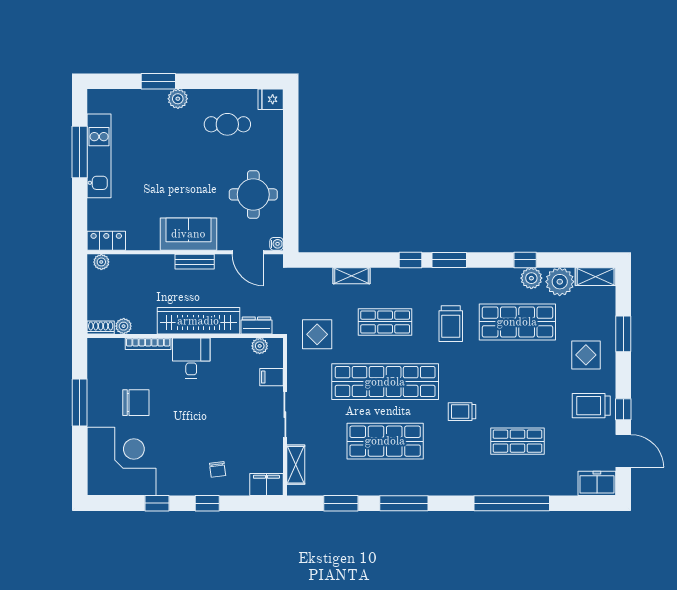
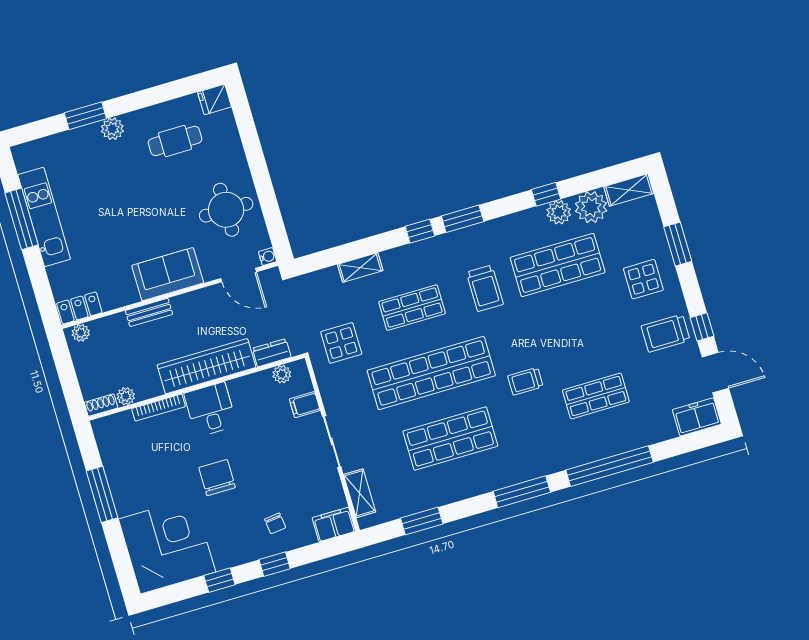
bench: (195, 262) -> (149, 312), moved
chair: (136, 403) -> (217, 478), moved, turned -90
window: (404, 503) -> (522, 492), moved

